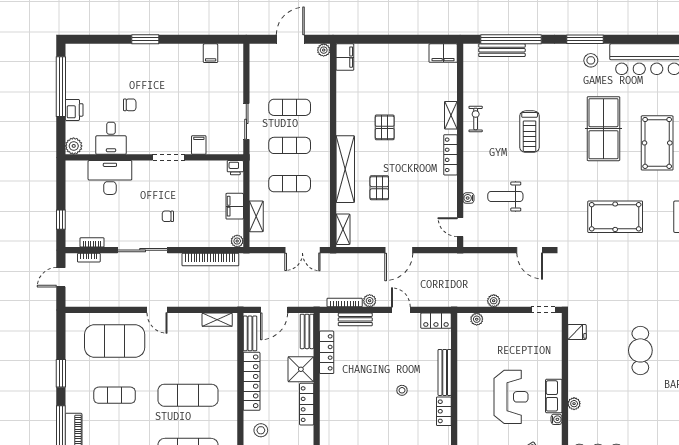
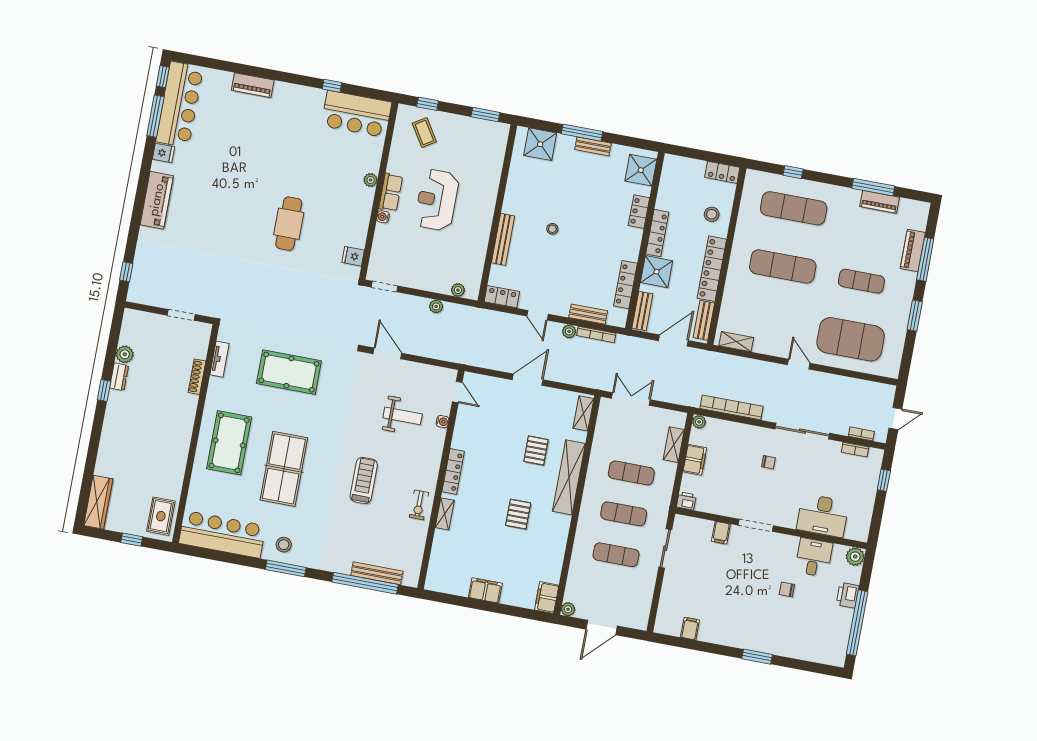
filing cabinet: (443, 53) -> (485, 590), moved
locker: (444, 411) -> (639, 212), moved, turned 180
water cooler: (557, 419) -> (383, 217), moved

